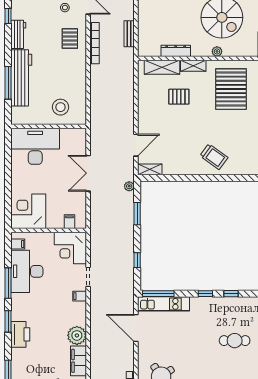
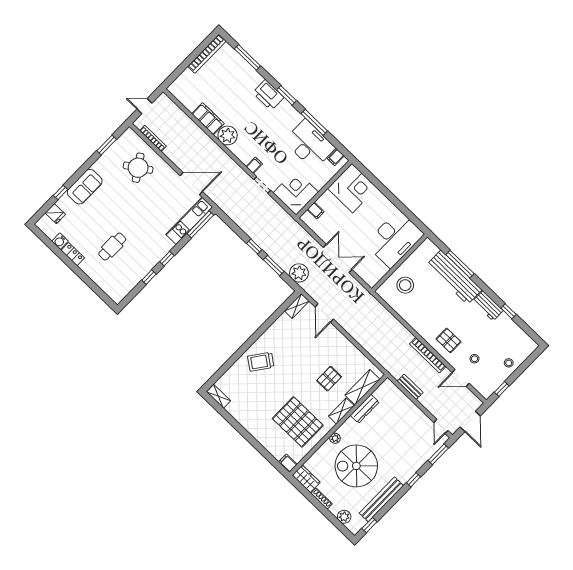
plant: (129, 186) -> (299, 273), width x1.88, depth x1.88
window: (137, 260) -> (254, 247), moved

